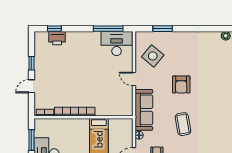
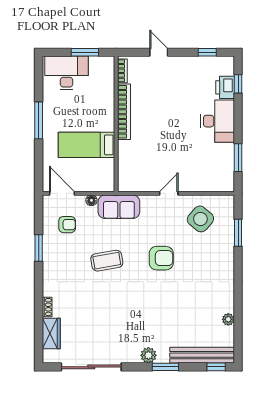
window: (108, 29) -> (238, 158), width x0.69
desk: (117, 44) -> (218, 121), moved
window: (31, 63) -> (207, 52), moved
armchair: (181, 85) -> (161, 258), turned 180
sofa: (144, 110) -> (119, 207), width x0.73

